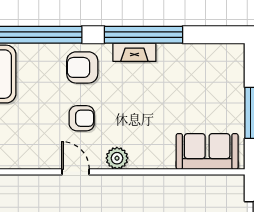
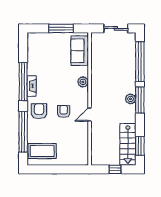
armchair: (82, 67) -> (39, 111), turned 180
plant: (117, 158) -> (83, 82), moved

